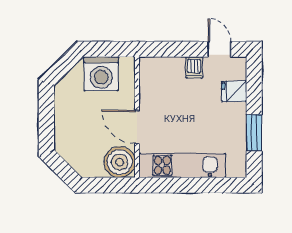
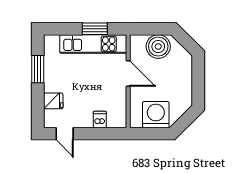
dishwasher: (194, 67) -> (100, 120), moved
boiler: (120, 162) -> (158, 46), moved
window: (180, 185) -> (95, 29), added

